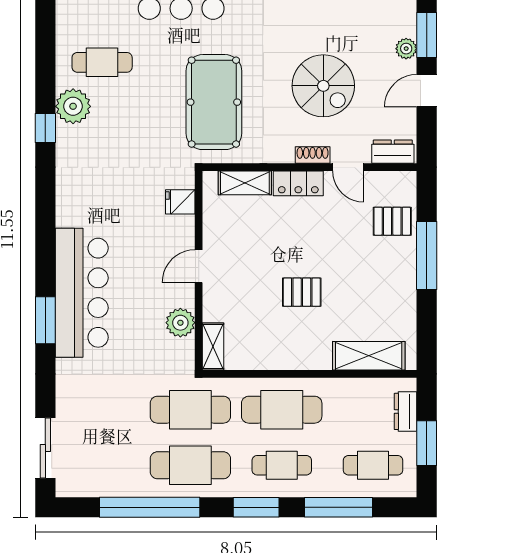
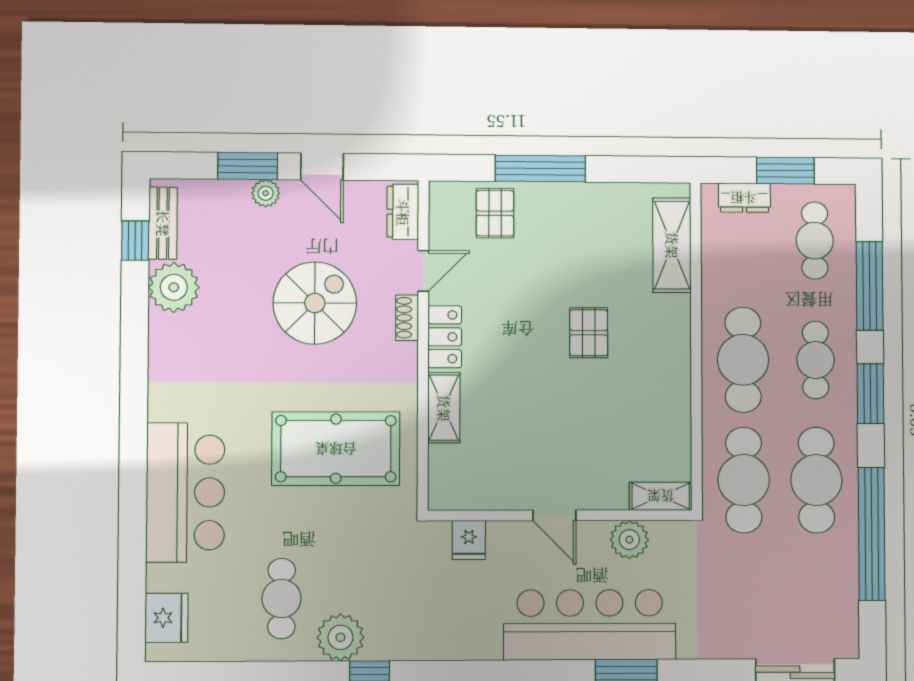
fridge: (180, 202) -> (469, 540), moved
door: (199, 266) -> (554, 515), moved
wall: (199, 271) -> (560, 515), moved
plant: (180, 323) -> (629, 540), moved
shelving: (213, 347) -> (661, 496), moved

